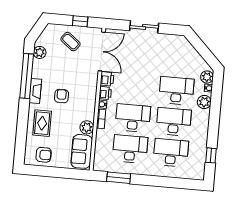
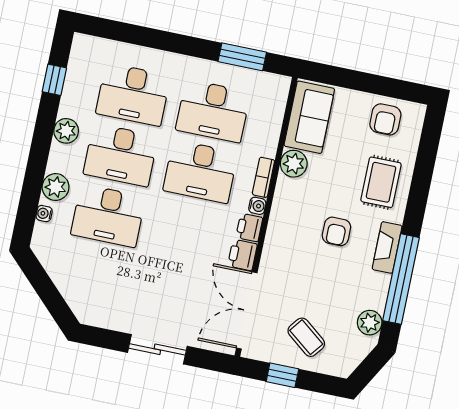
plant: (207, 77) -> (66, 131), moved
armchair: (44, 155) -> (385, 119), turned -90

